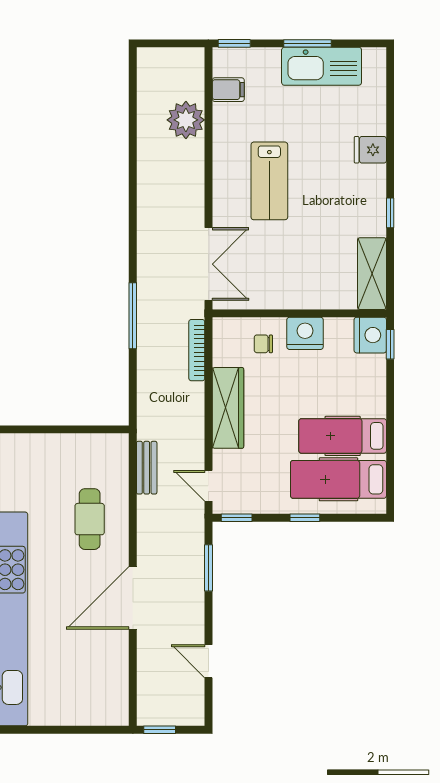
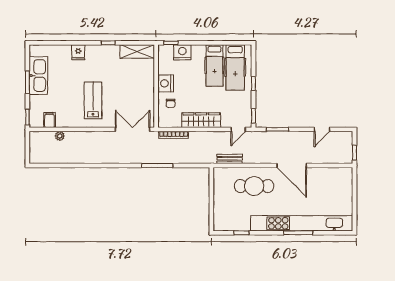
plant: (186, 120) -> (60, 136), width x0.53, depth x0.53
lab bench: (269, 181) -> (93, 100), turned -90
nightstand: (370, 335) -> (182, 52), moved
cafe table: (90, 519) -> (254, 186), width x1.37, depth x1.35

